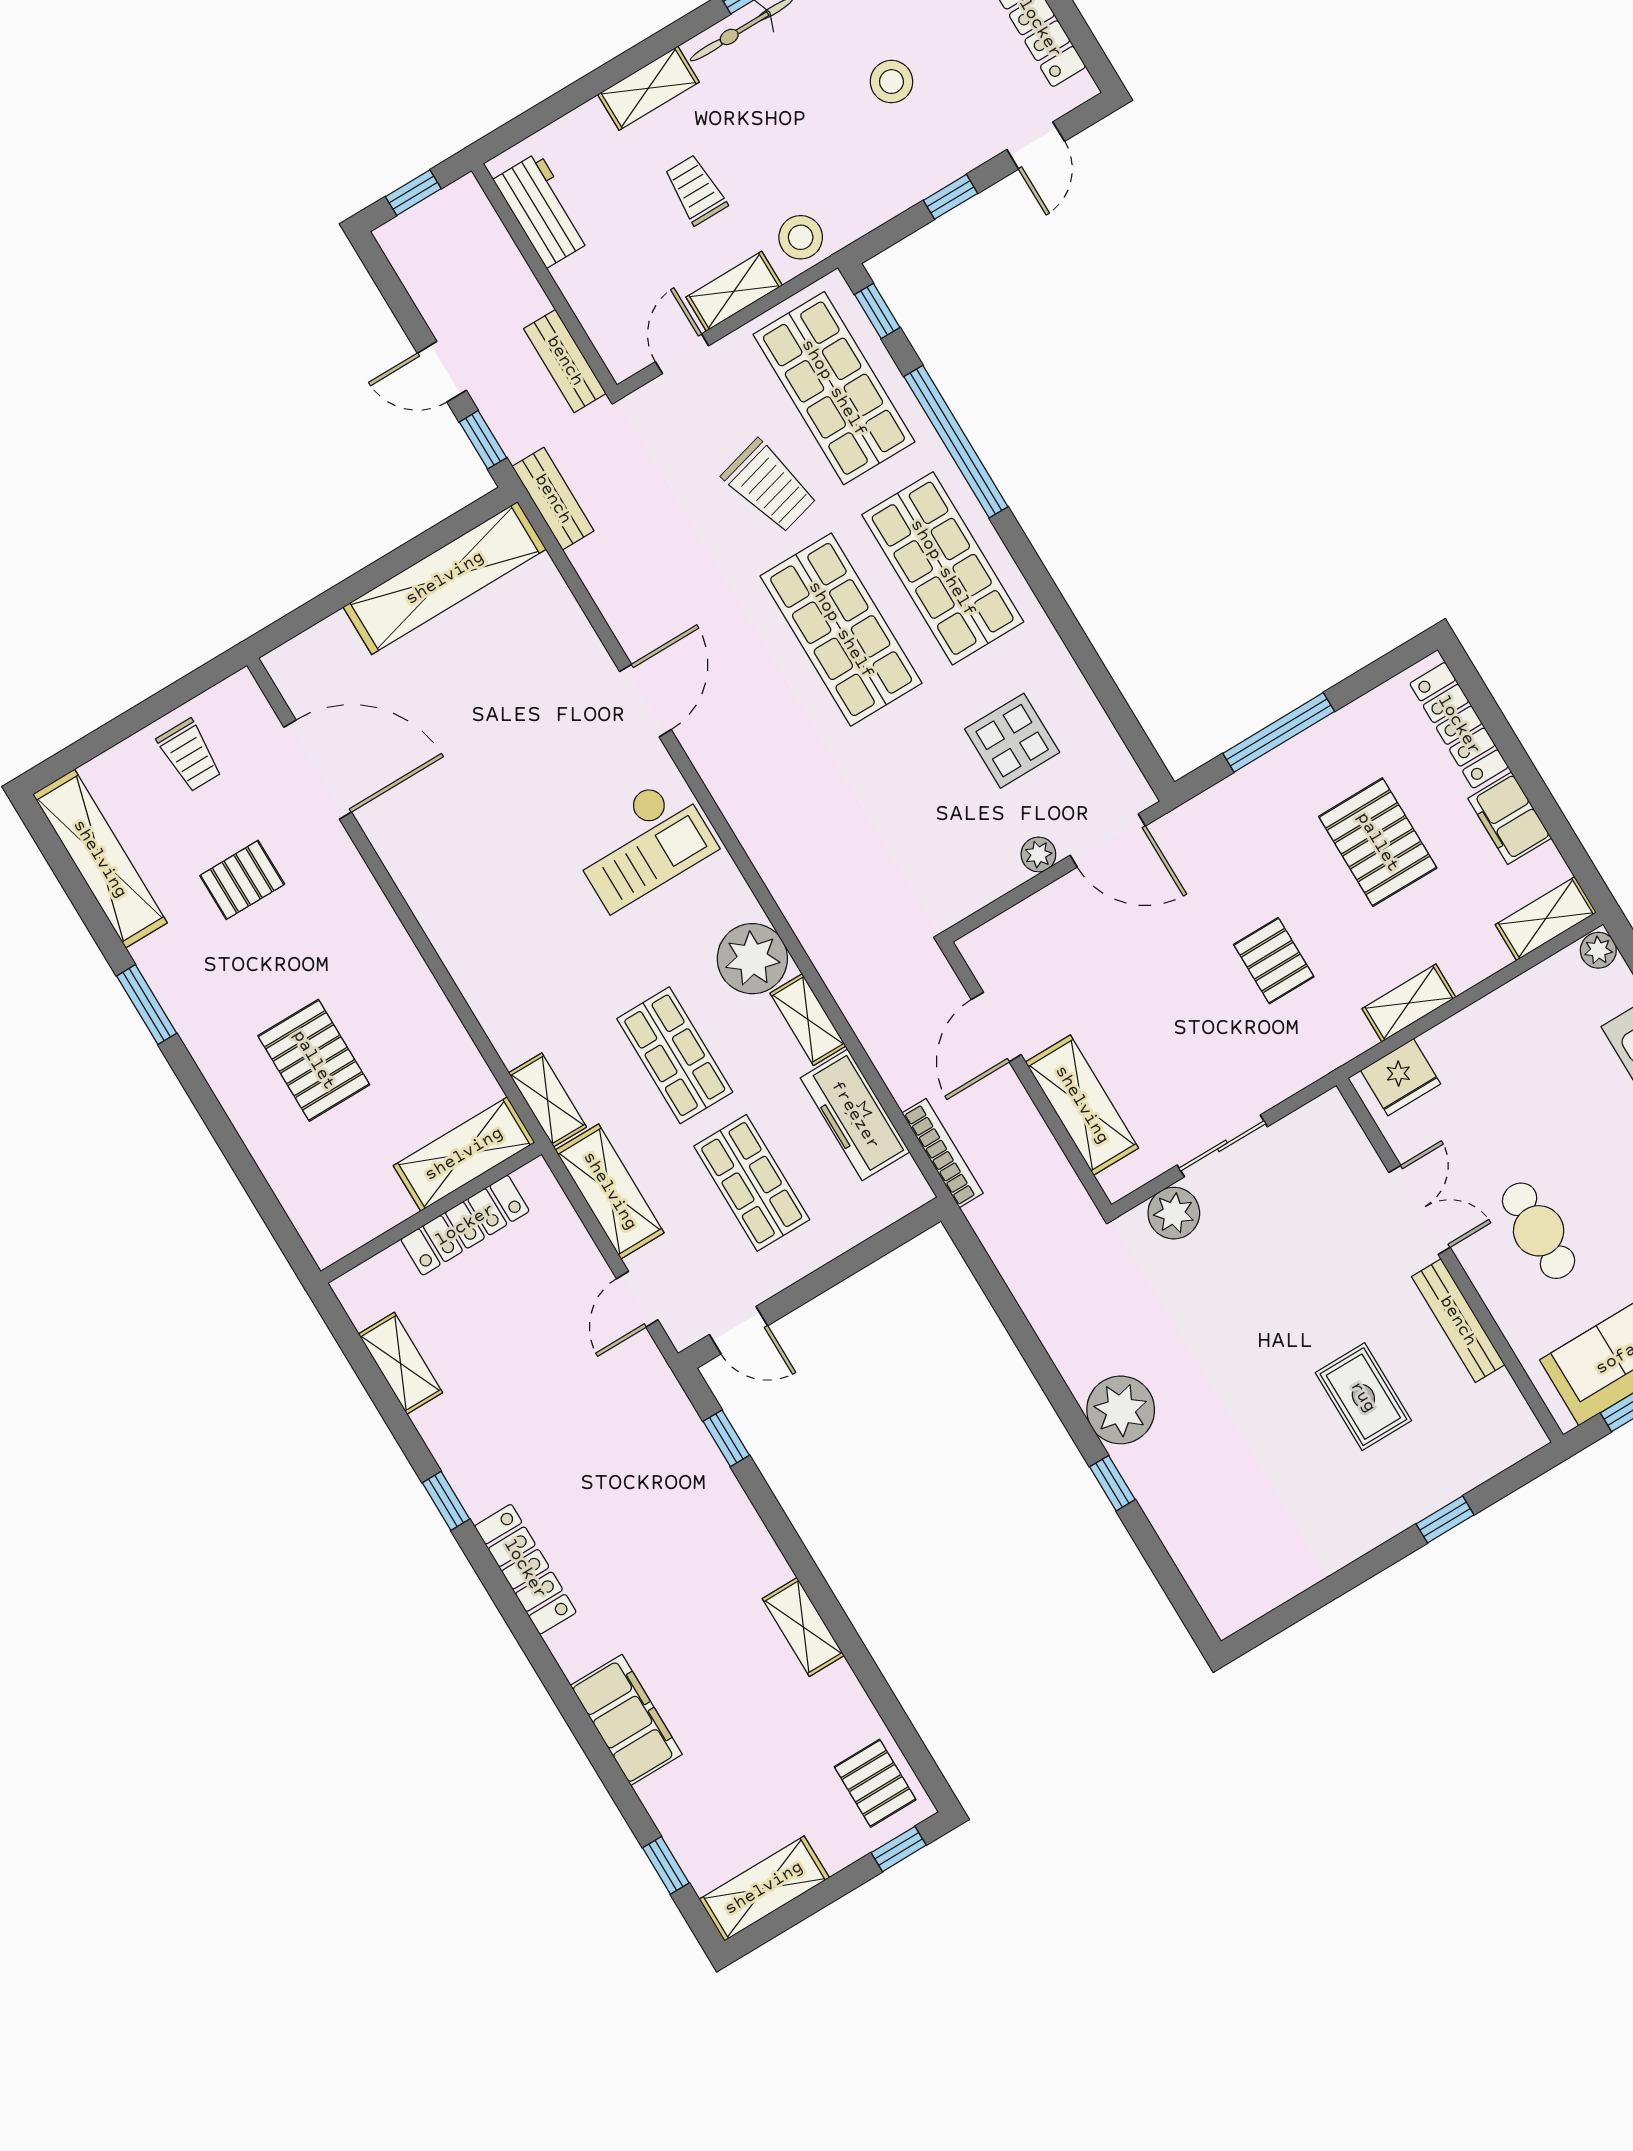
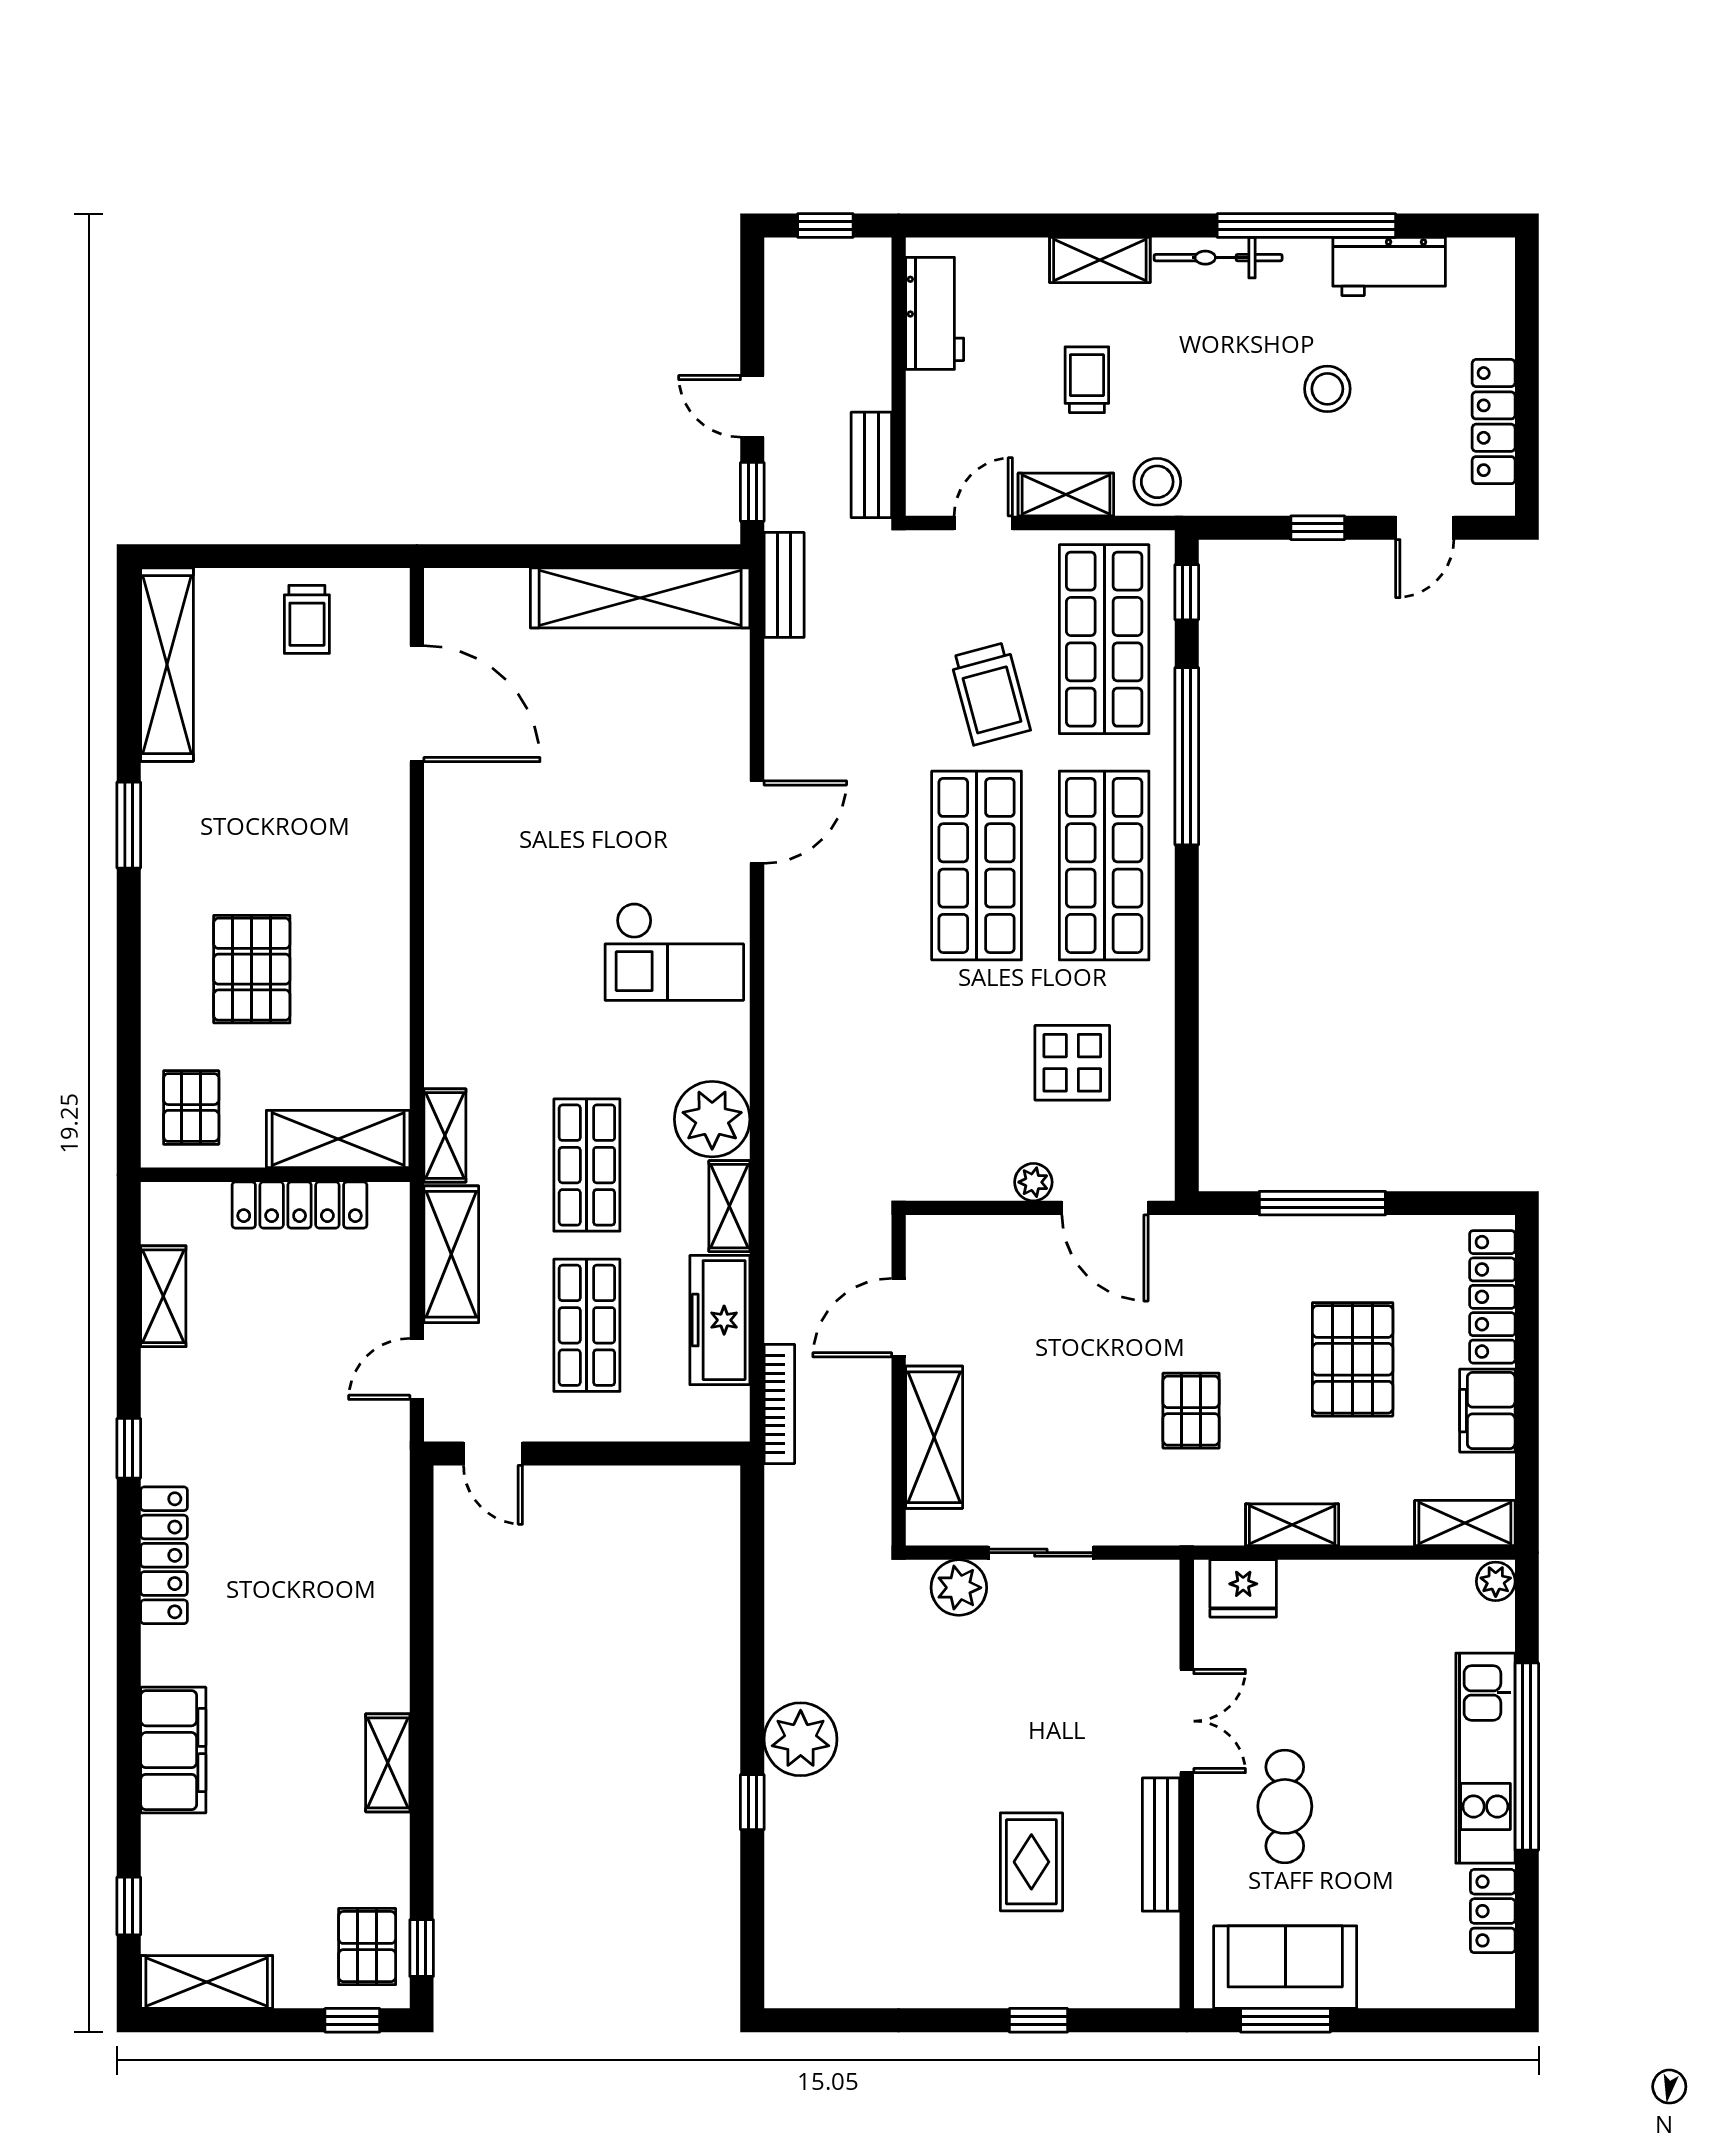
pallet: (242, 880) -> (191, 1107), moved, turned 90
window: (726, 1438) -> (422, 1948), moved

